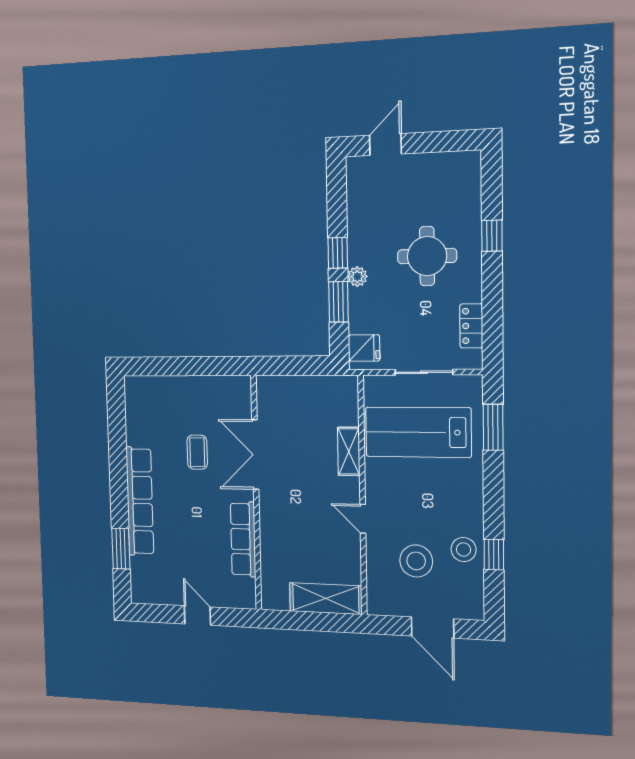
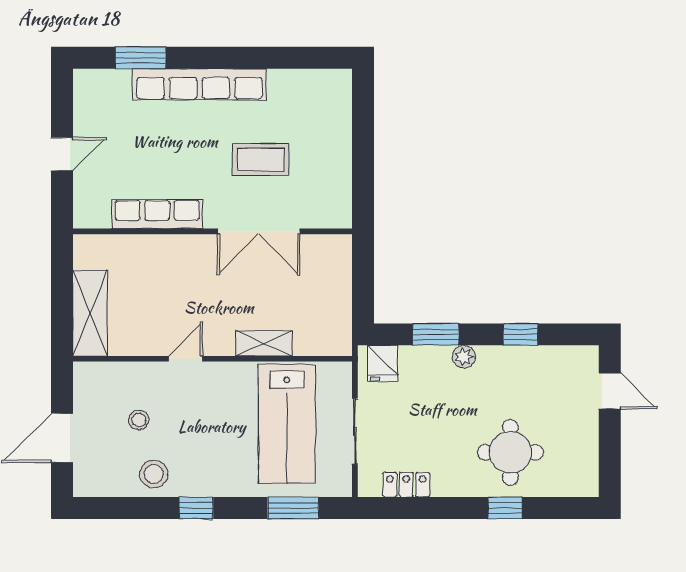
window: (338, 253) -> (521, 334), moved
round table: (427, 256) -> (510, 452), moved
lab bench: (418, 432) -> (287, 424), turned 180
coffee table: (197, 452) -> (261, 159), width x1.36, depth x1.30
double door: (255, 455) -> (259, 231), swing flipped
window: (494, 555) -> (196, 508), moved
stool: (416, 561) -> (139, 420), width x0.53, depth x0.53

